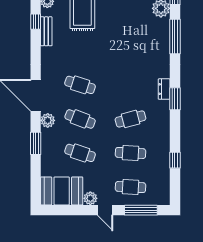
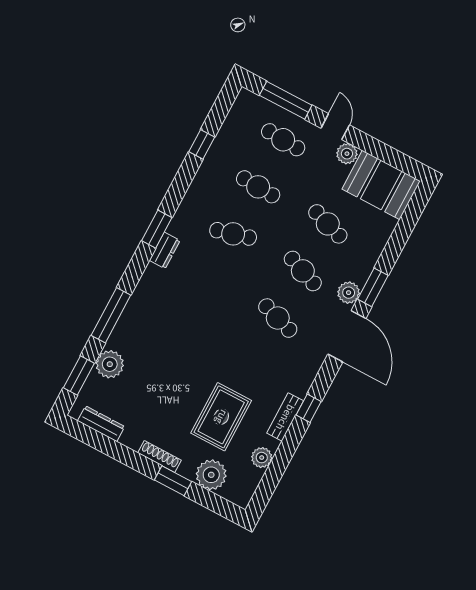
window: (36, 22) -> (309, 408), moved
window: (36, 143) -> (373, 287), moved

